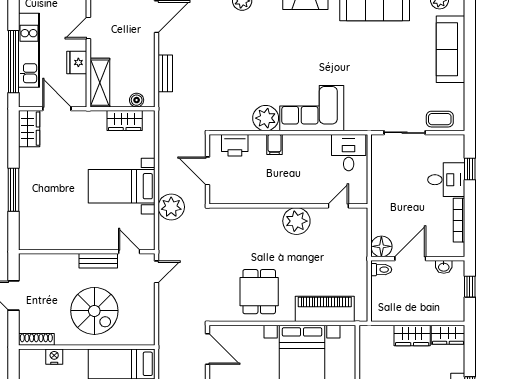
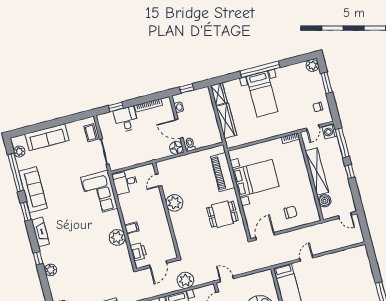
corner sofa: (312, 108) -> (99, 193), moved
door: (338, 206) -> (159, 180), hinge flipped
wardrobe: (412, 335) -> (226, 121), width x1.50

